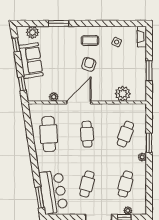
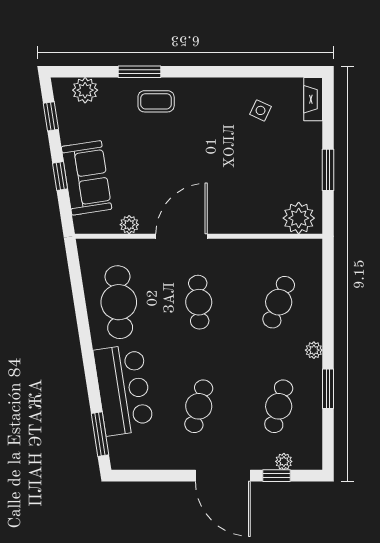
coffee table: (90, 41) -> (156, 101), moved
sofa: (31, 61) -> (87, 178), moved
armchair: (89, 64) -> (202, 157), removed
window: (22, 84) -> (60, 176), moved
plant: (123, 94) -> (299, 218), moved
window: (149, 143) -> (328, 389), moved
bar counter: (53, 192) -> (123, 390), moved

